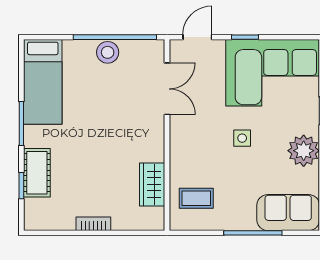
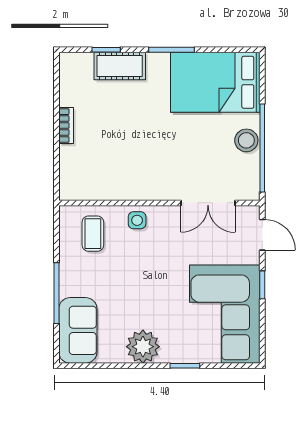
bed: (43, 82) -> (215, 82), width x1.50
side table: (242, 138) -> (137, 220), moved
wardrobe: (152, 184) -> (107, 187), removed

